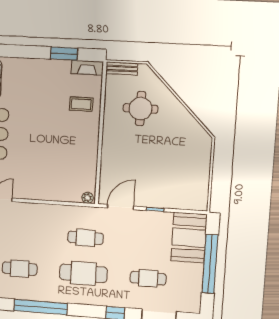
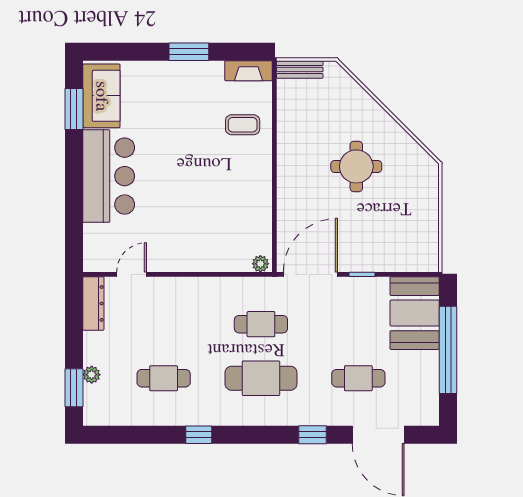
window: (64, 54) -> (189, 52), moved
round table: (141, 109) -> (356, 166), moved
door: (120, 207) -> (310, 274), width x1.36
window: (41, 307) -> (199, 435), width x0.32

